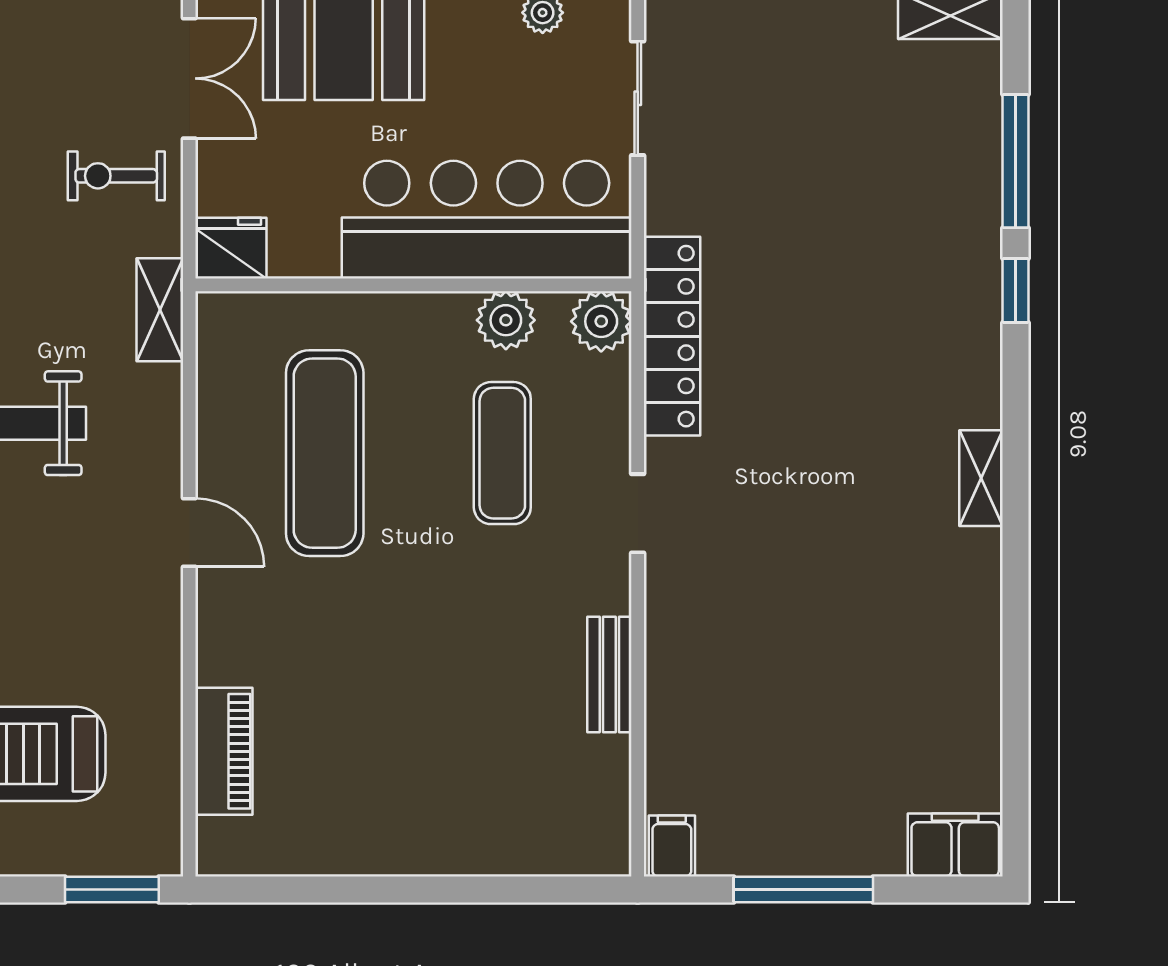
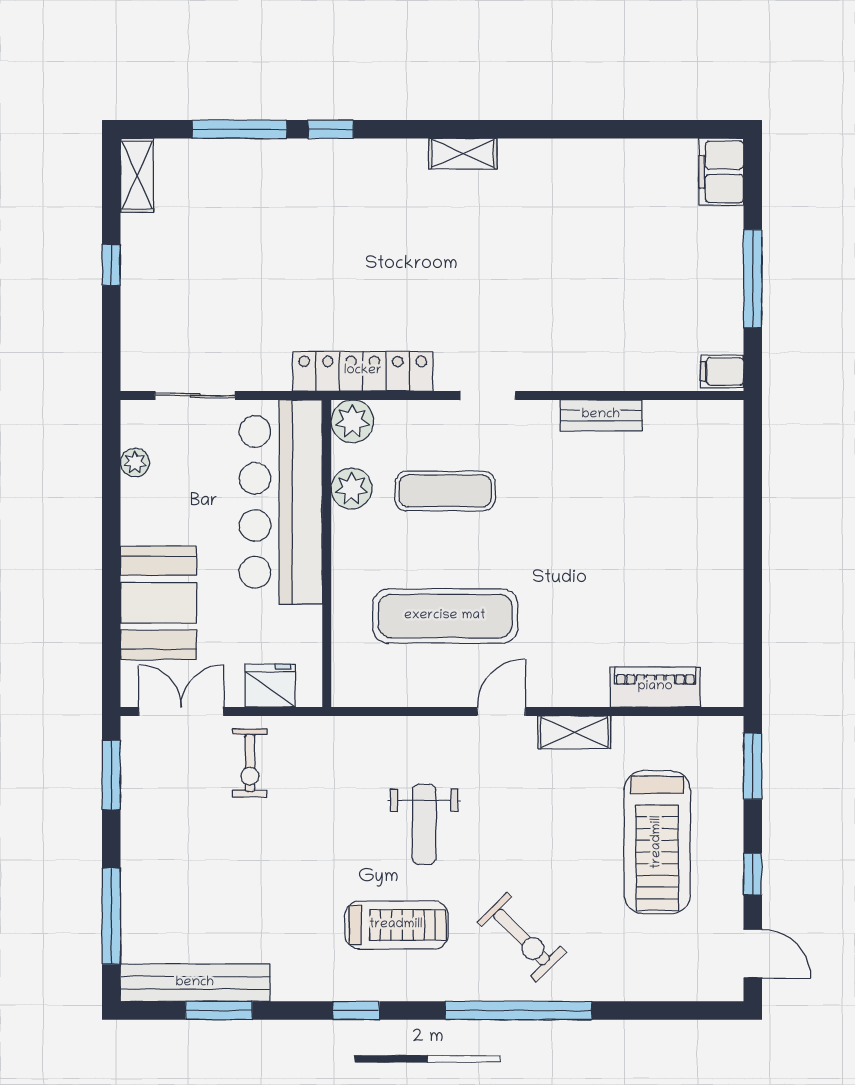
fridge: (231, 248) -> (270, 686), moved, turned 90
shelving: (160, 310) -> (574, 732), moved

